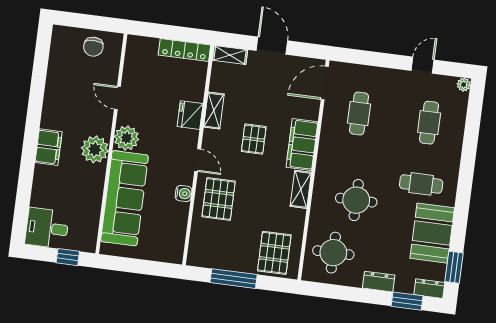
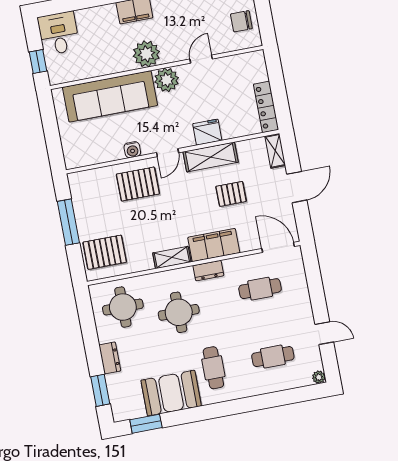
shelving: (214, 111) -> (211, 157), width x1.50, depth x1.33
pallet: (254, 139) -> (231, 194), moved
dresser: (429, 289) -> (208, 271), moved, turned 90

